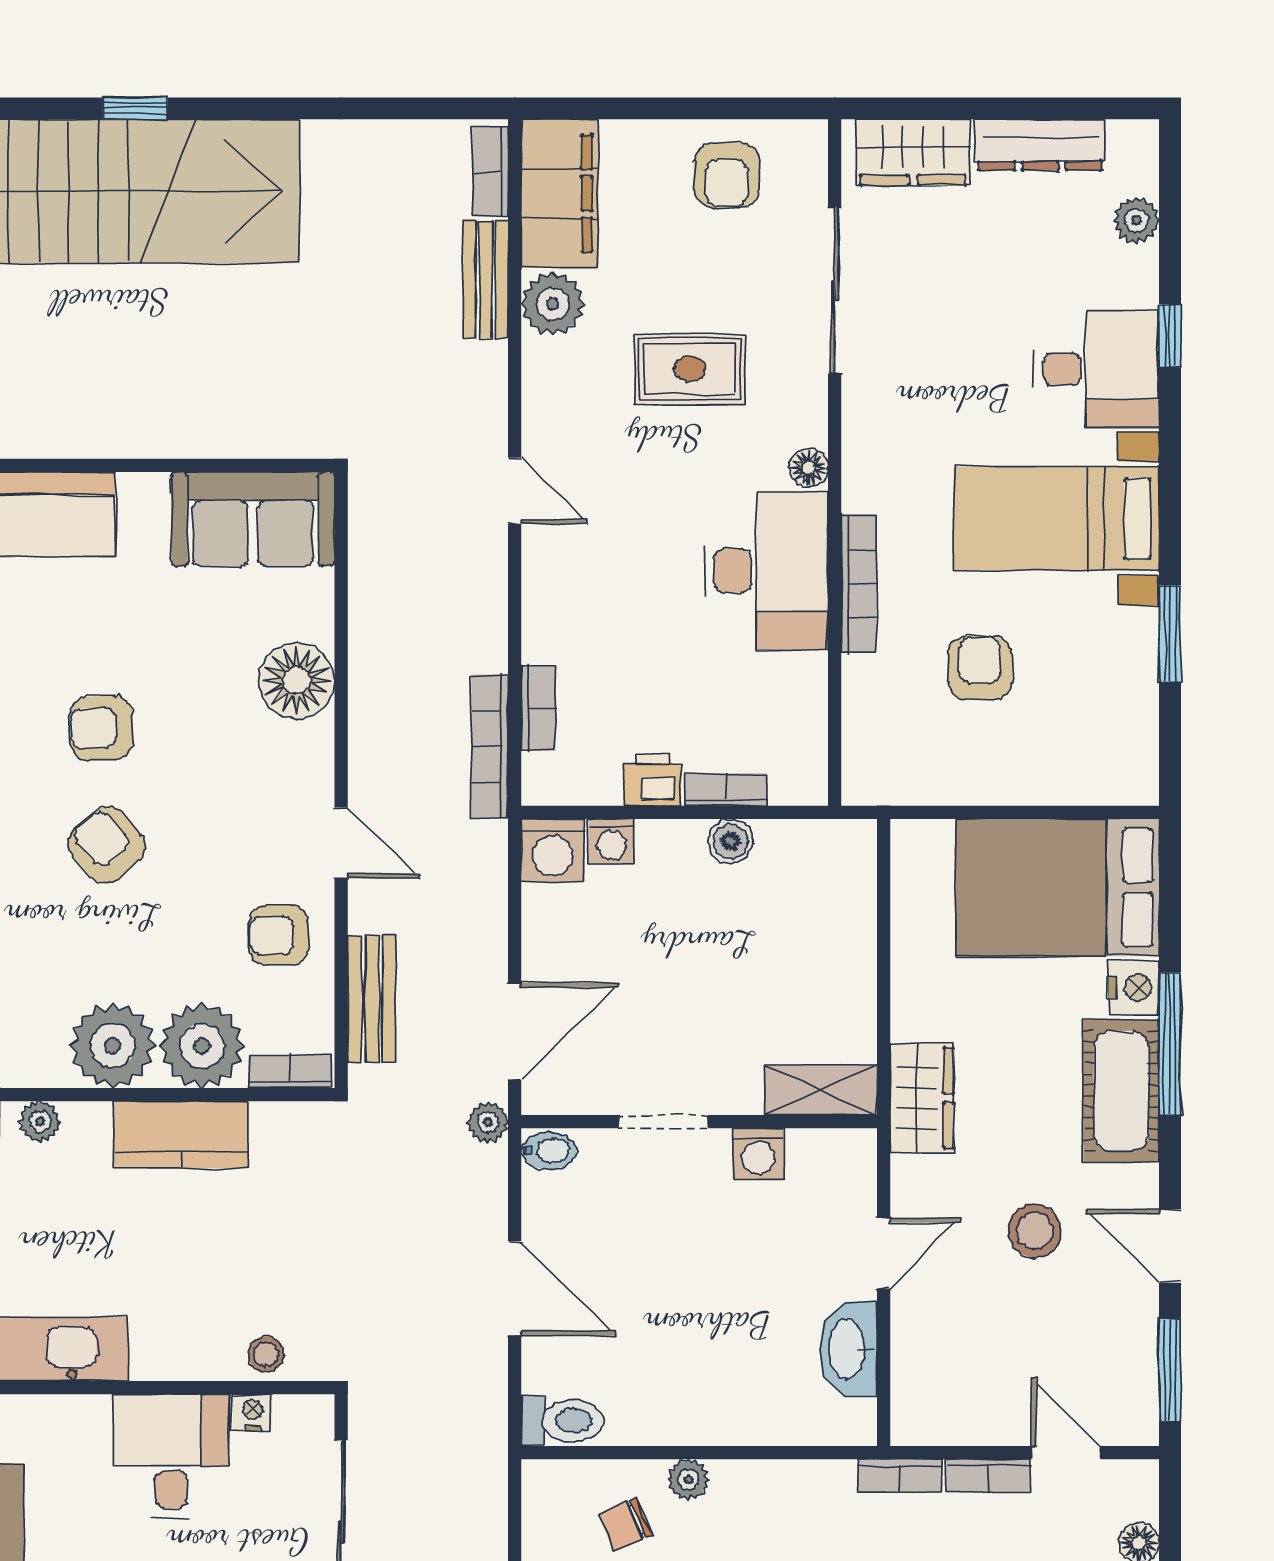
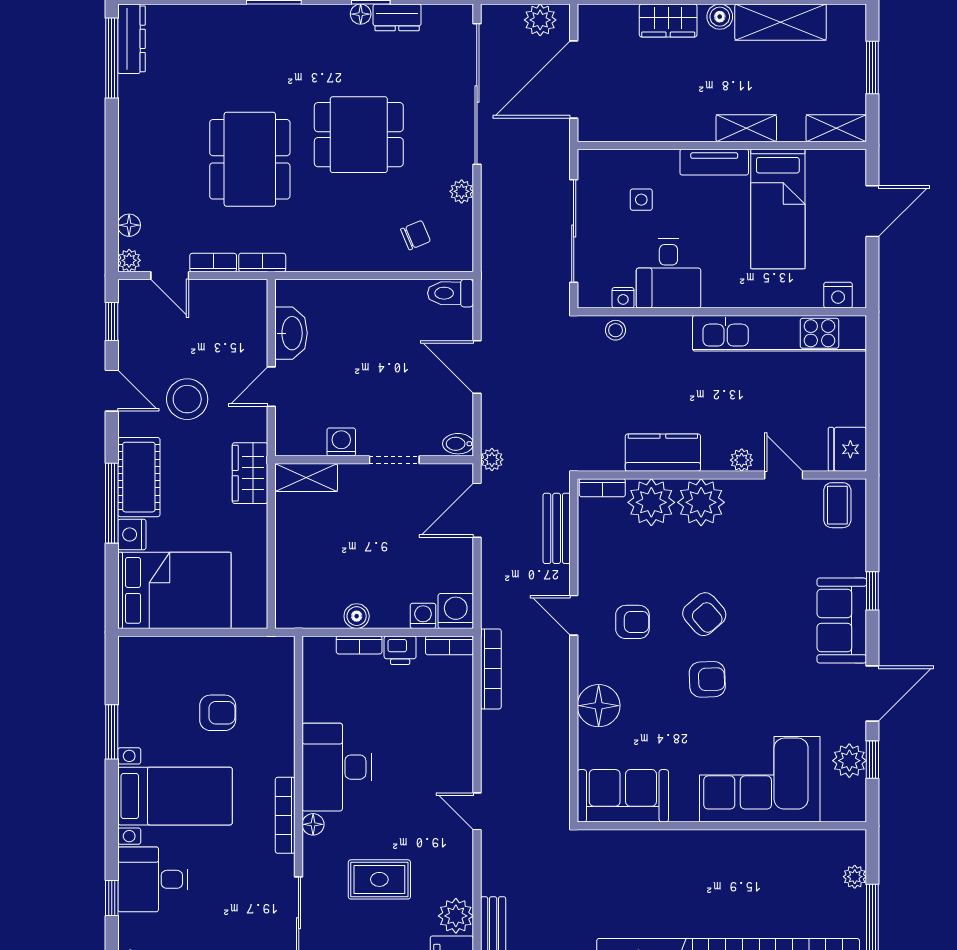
bookcase: (859, 584) -> (285, 815), moved
armchair: (980, 668) -> (218, 713), turned -90
bookcase: (538, 708) -> (449, 645), moved, turned -90
armchair: (279, 935) -> (632, 622), moved
stool: (1035, 1231) -> (187, 399), width x1.38, depth x1.38
window: (1170, 1370) -> (112, 322), width x0.67
plant: (688, 1480) -> (129, 260), moved

